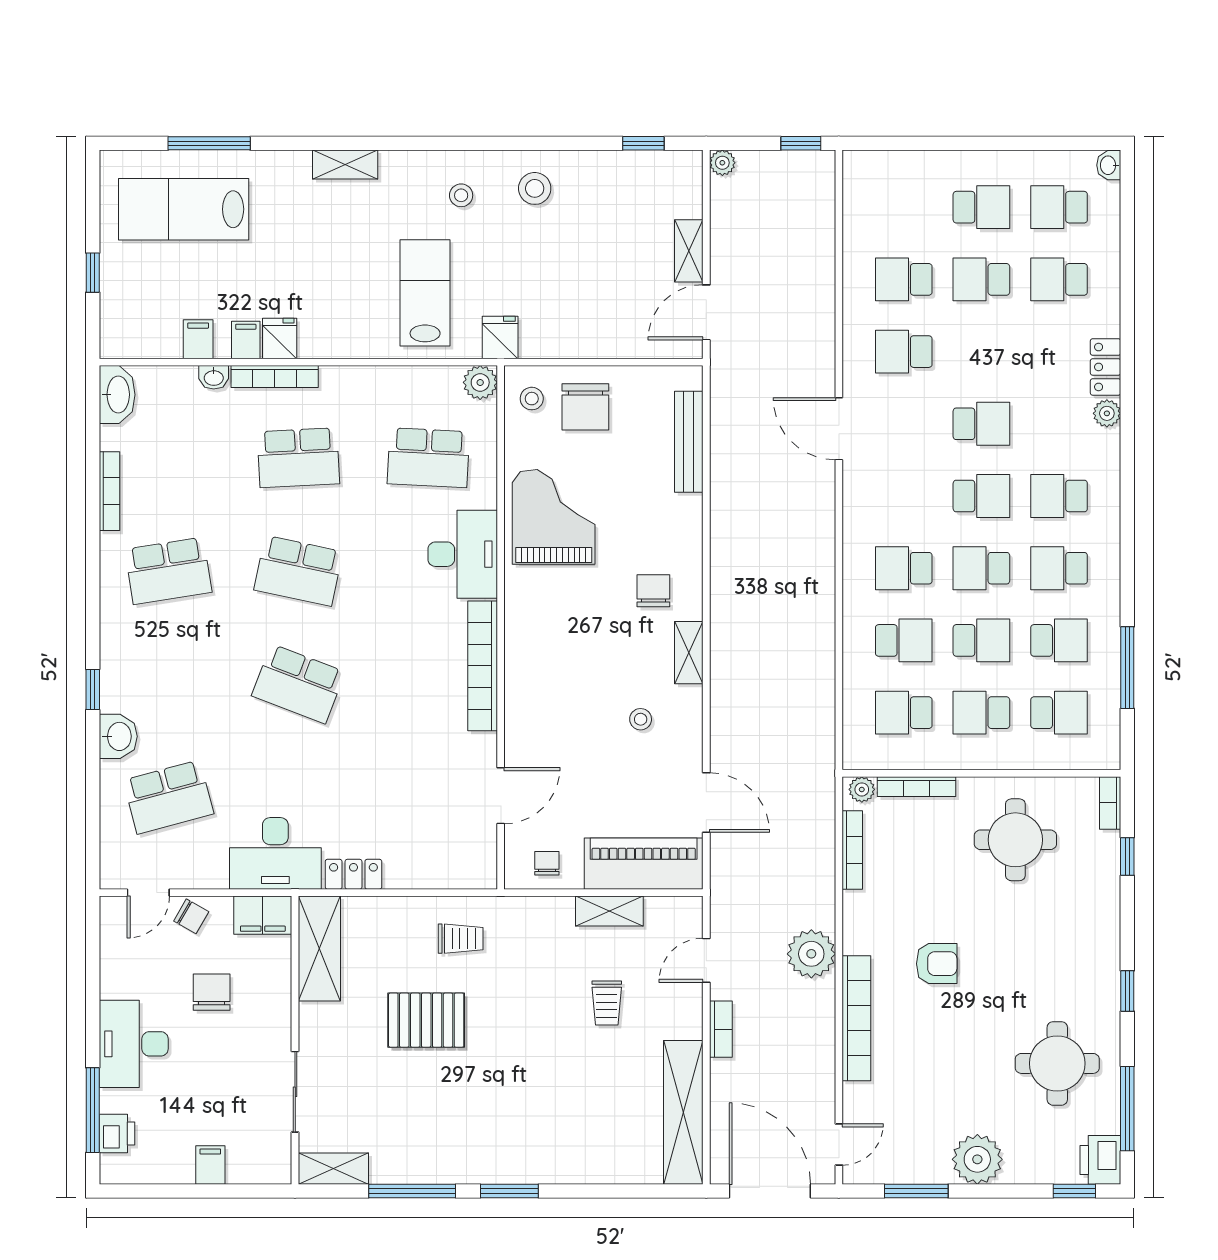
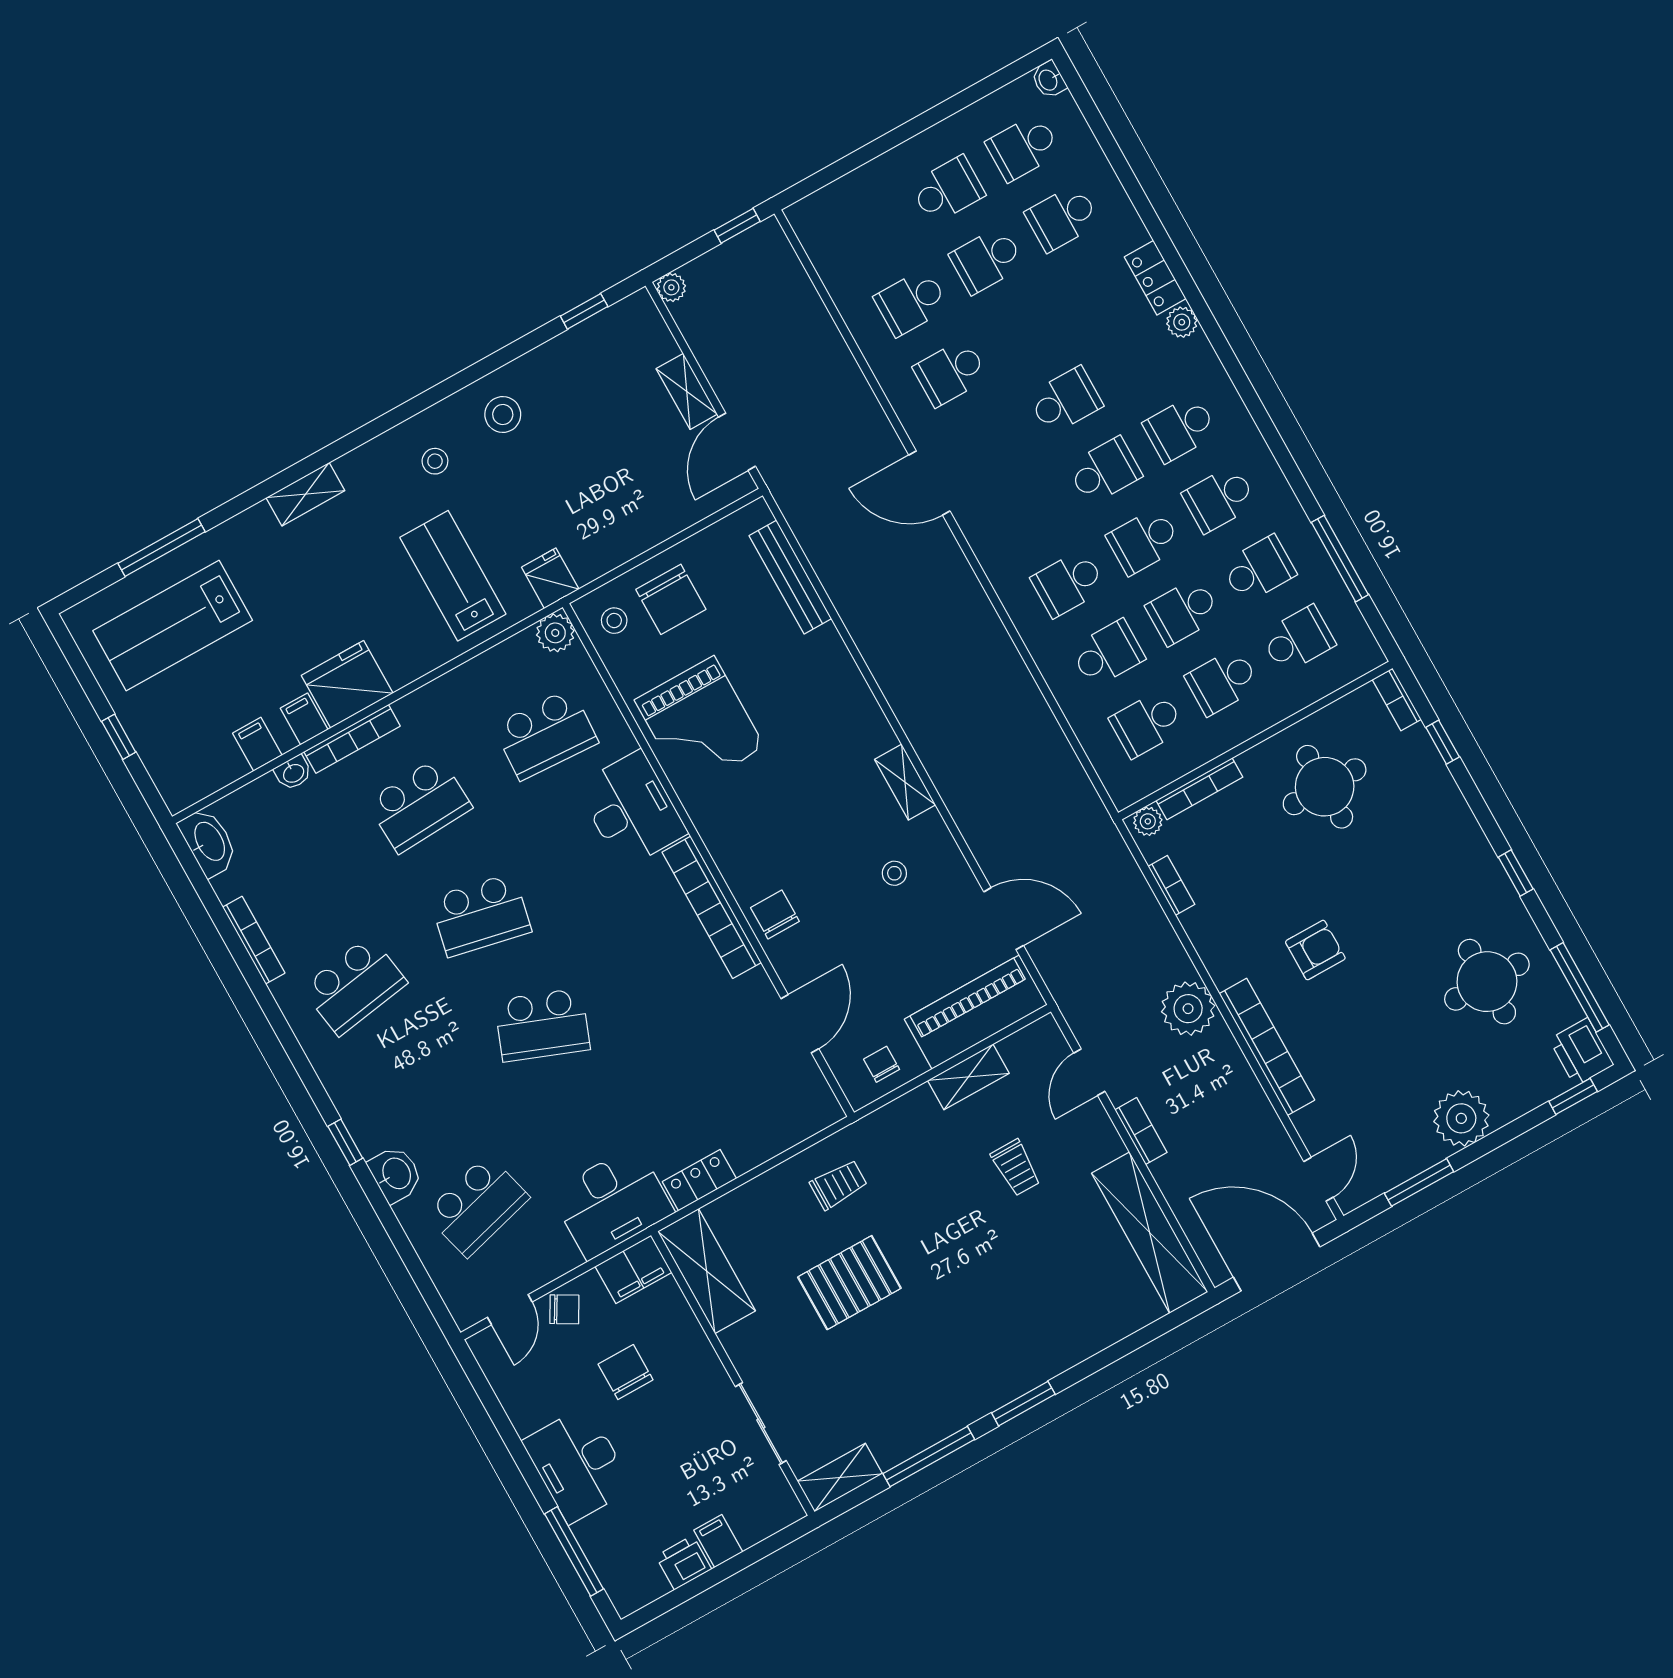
fridge: (280, 338) -> (347, 684), width x1.88, depth x1.34
grand piano: (554, 517) -> (700, 724), turned 180
chair: (653, 591) -> (775, 914), moved
school desk: (981, 640) -> (1183, 611), turned 180
bookcase: (852, 850) -> (1171, 885), width x0.64
printer: (117, 1133) -> (684, 1563), moved, turned -90

